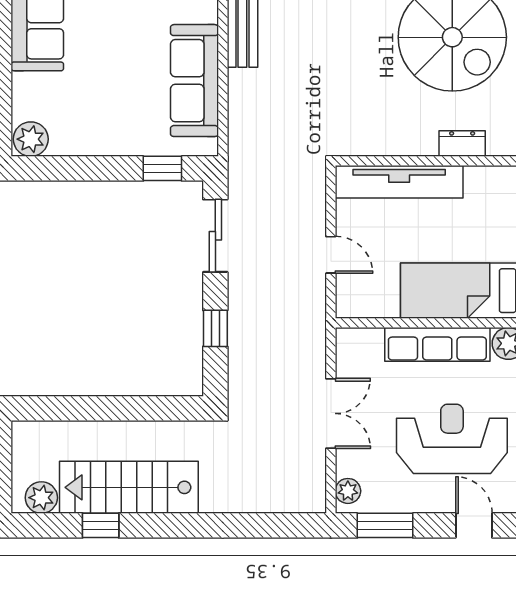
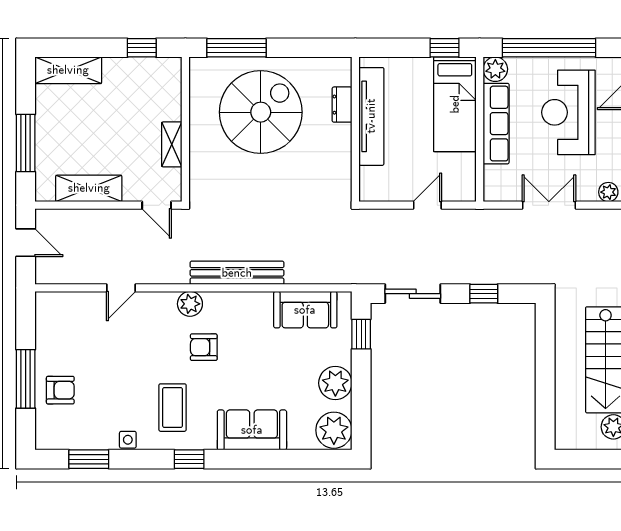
sofa: (194, 81) -> (305, 310), width x0.73
plant: (99, 135) -> (335, 383), added
plant: (31, 139) -> (334, 430), width x1.36, depth x1.36
tv unit: (399, 182) -> (371, 116), moved

